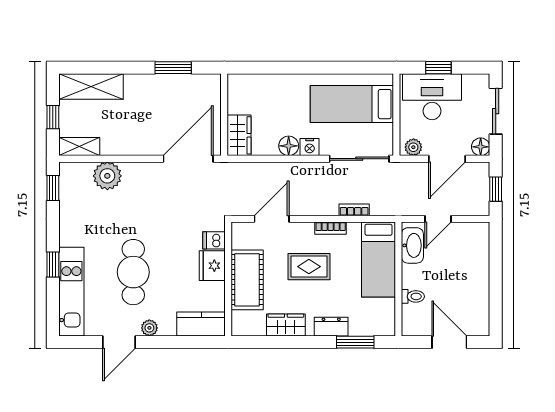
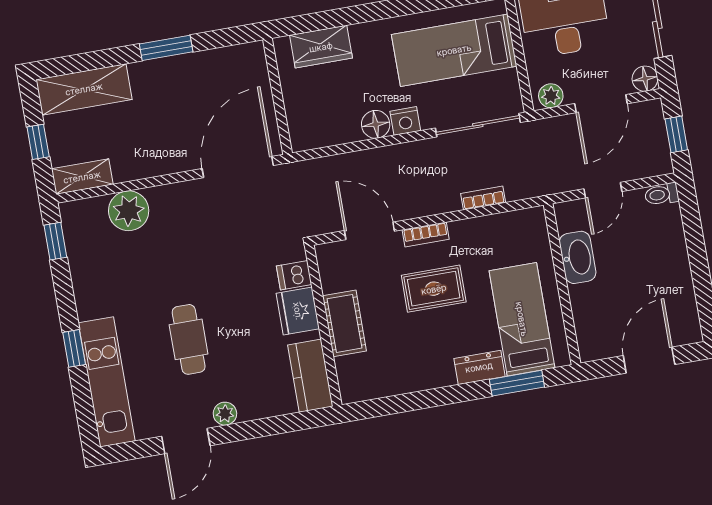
window: (173, 68) -> (166, 48), moved
wardrobe: (239, 135) -> (321, 47), moved, turned 90
door: (272, 219) -> (369, 231), hinge flipped
bookcase: (331, 228) -> (426, 234), moved
washbasin: (412, 245) -> (578, 257), moved
bed: (378, 259) -> (522, 319), moved, turned 180
cafe table: (133, 272) -> (189, 339), width x0.73, depth x0.74
cot: (247, 280) -> (344, 323), width x0.73, depth x0.75
toilet: (413, 296) -> (662, 194), moved, turned 180
kitchen counter: (201, 324) -> (310, 376), moved, turned -90
wardrobe: (286, 325) -> (416, 376), removed
door: (449, 342) -> (649, 360), hinge flipped

